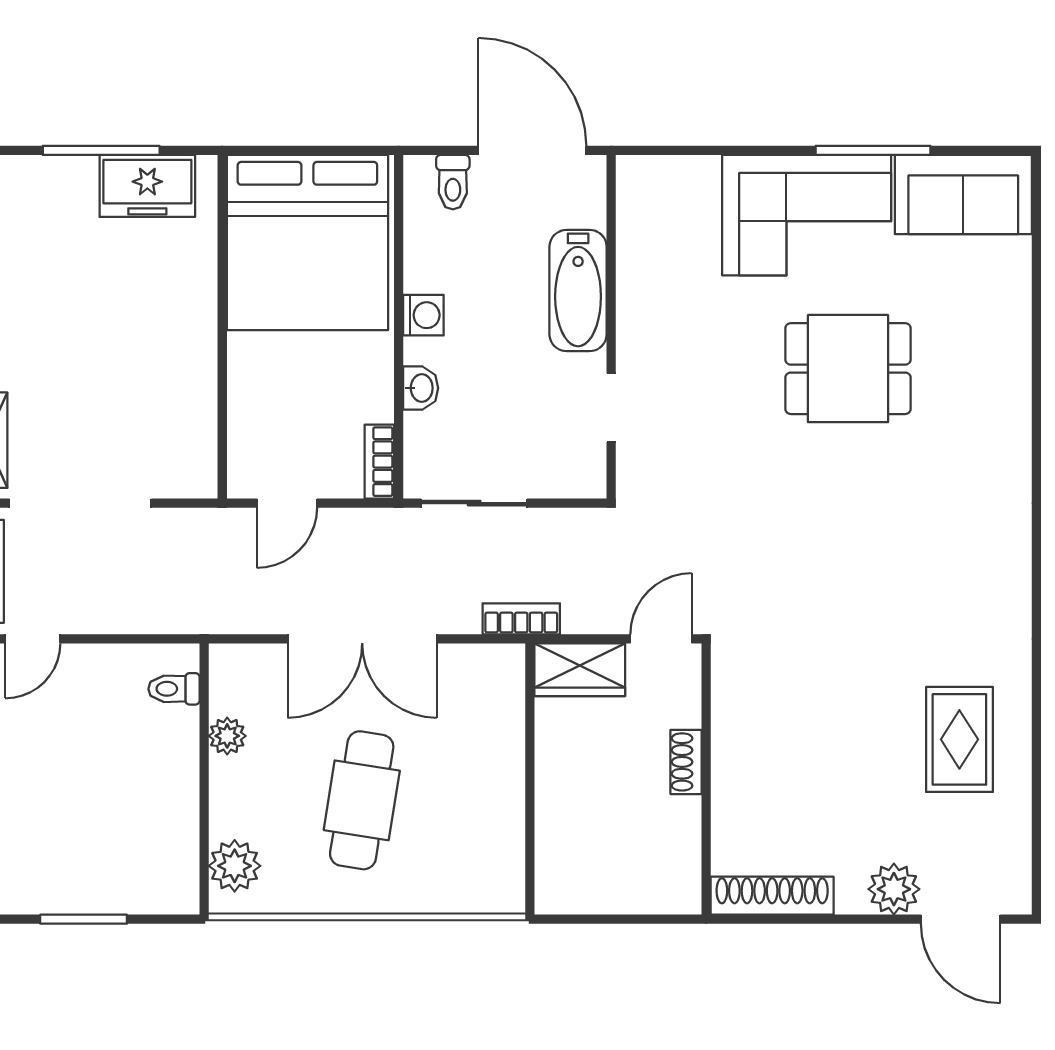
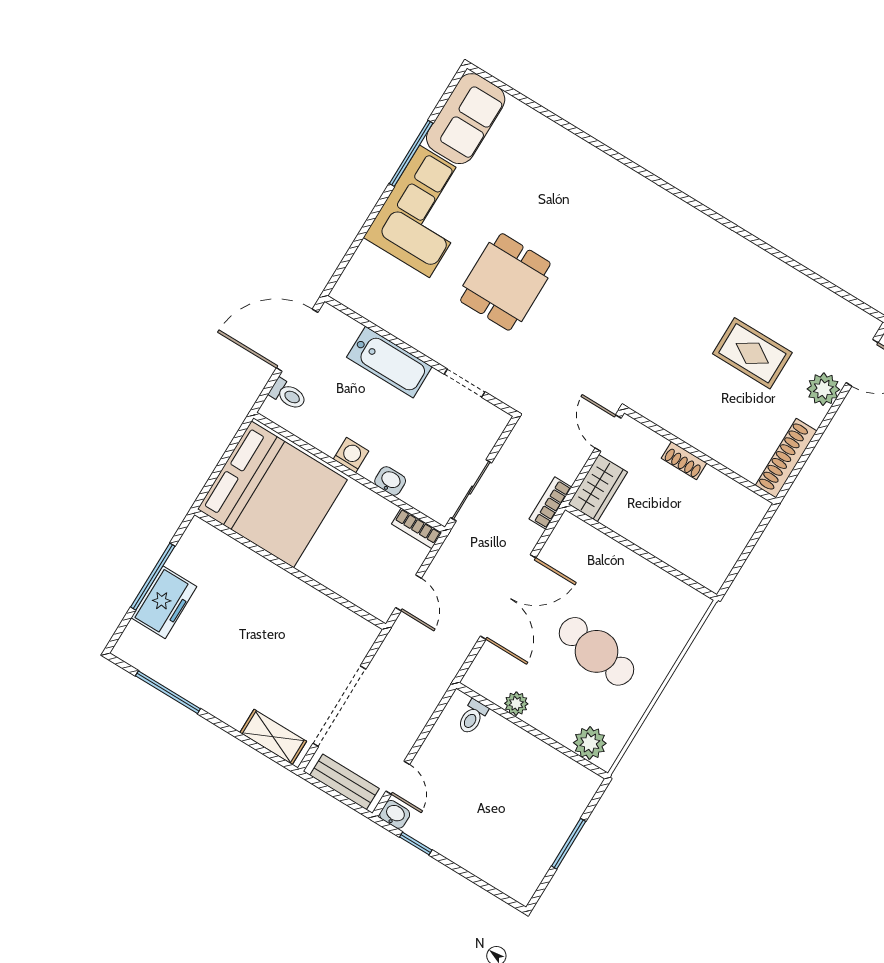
freezer: (147, 186) -> (164, 602), moved
dining table: (848, 369) -> (505, 282), moved
rug: (959, 739) -> (752, 353), moved

